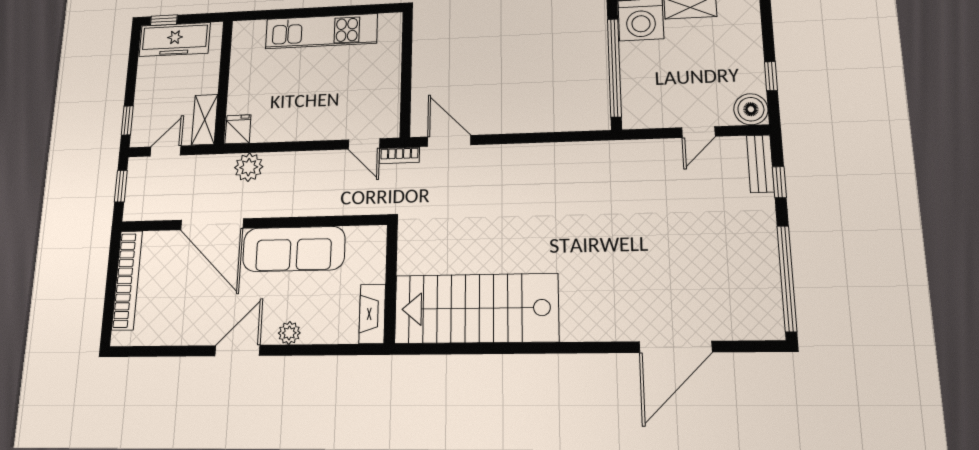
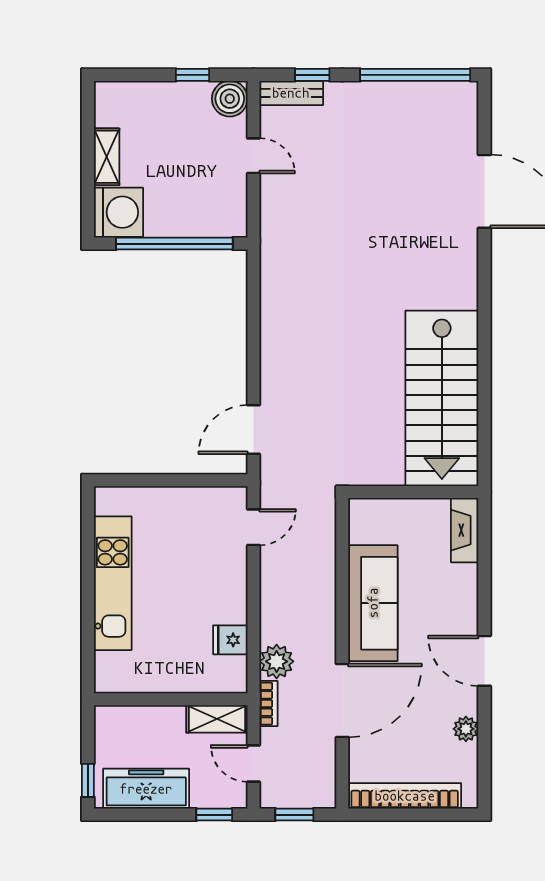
freezer: (175, 39) -> (146, 789), moved, turned -90
fridge: (238, 129) -> (230, 640), moved
bookcase: (399, 155) -> (269, 704), moved
fireplace: (372, 314) -> (465, 530), moved, turned 90
plant: (289, 333) -> (466, 729), moved

